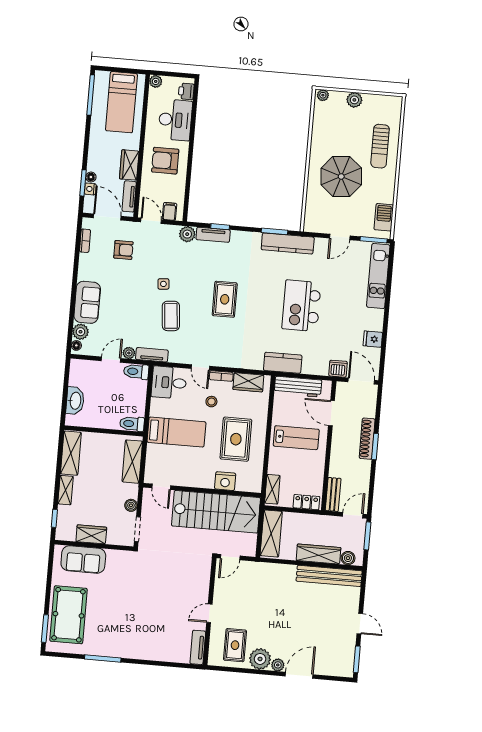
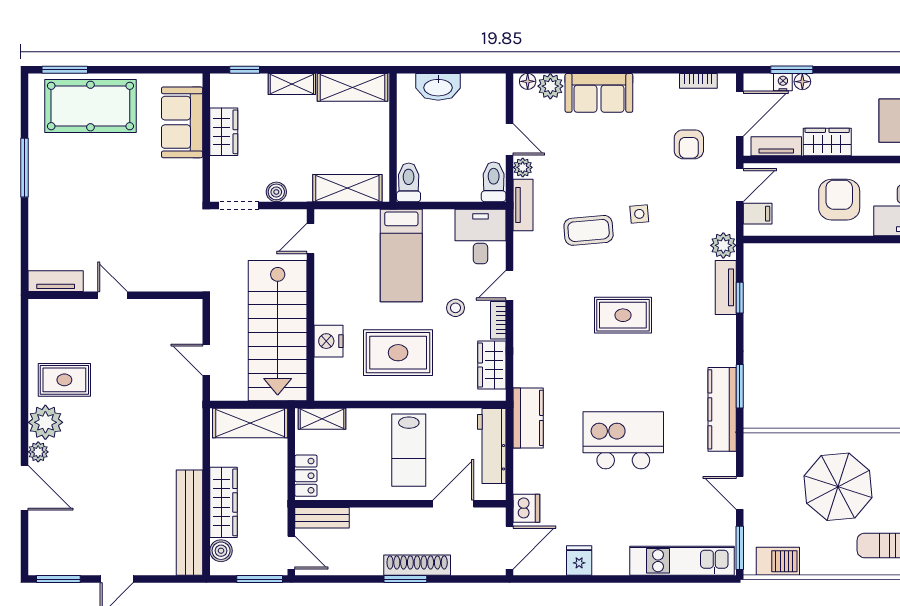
wall: (210, 611) -> (115, 295), moved
door: (209, 613) -> (112, 295), moved
tv unit: (198, 647) -> (56, 281), moved

